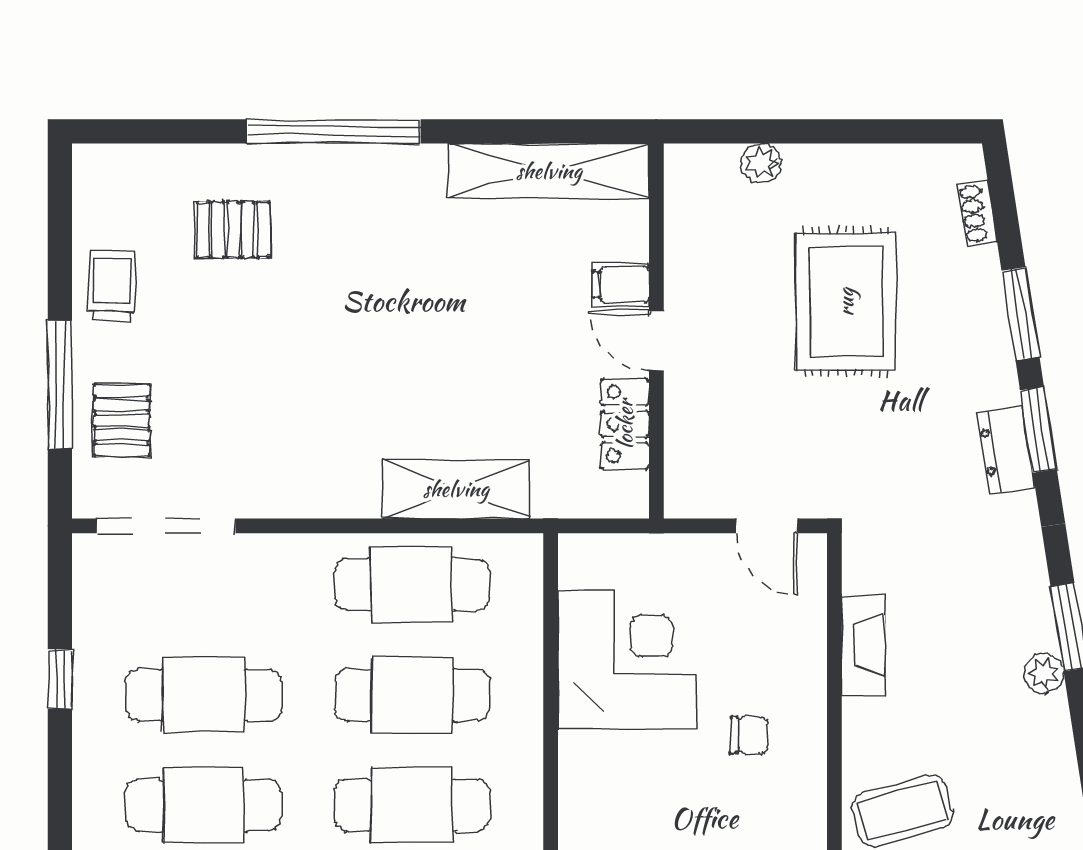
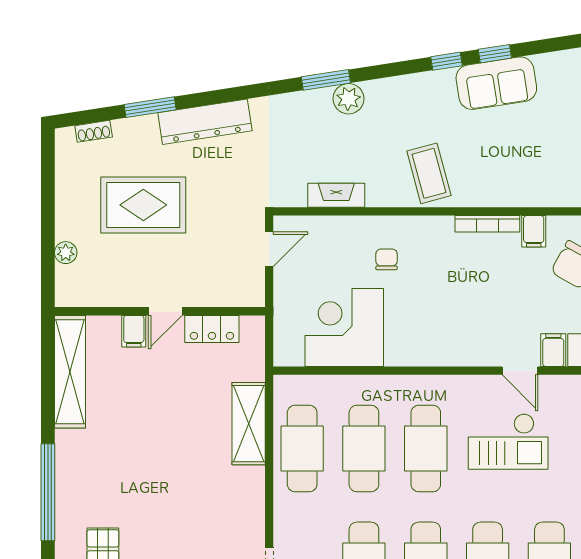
window: (1038, 430) -> (215, 97), removed
dresser: (1006, 450) -> (205, 122), width x1.96, depth x1.24
plant: (1044, 674) -> (348, 99), width x1.38, depth x1.38

